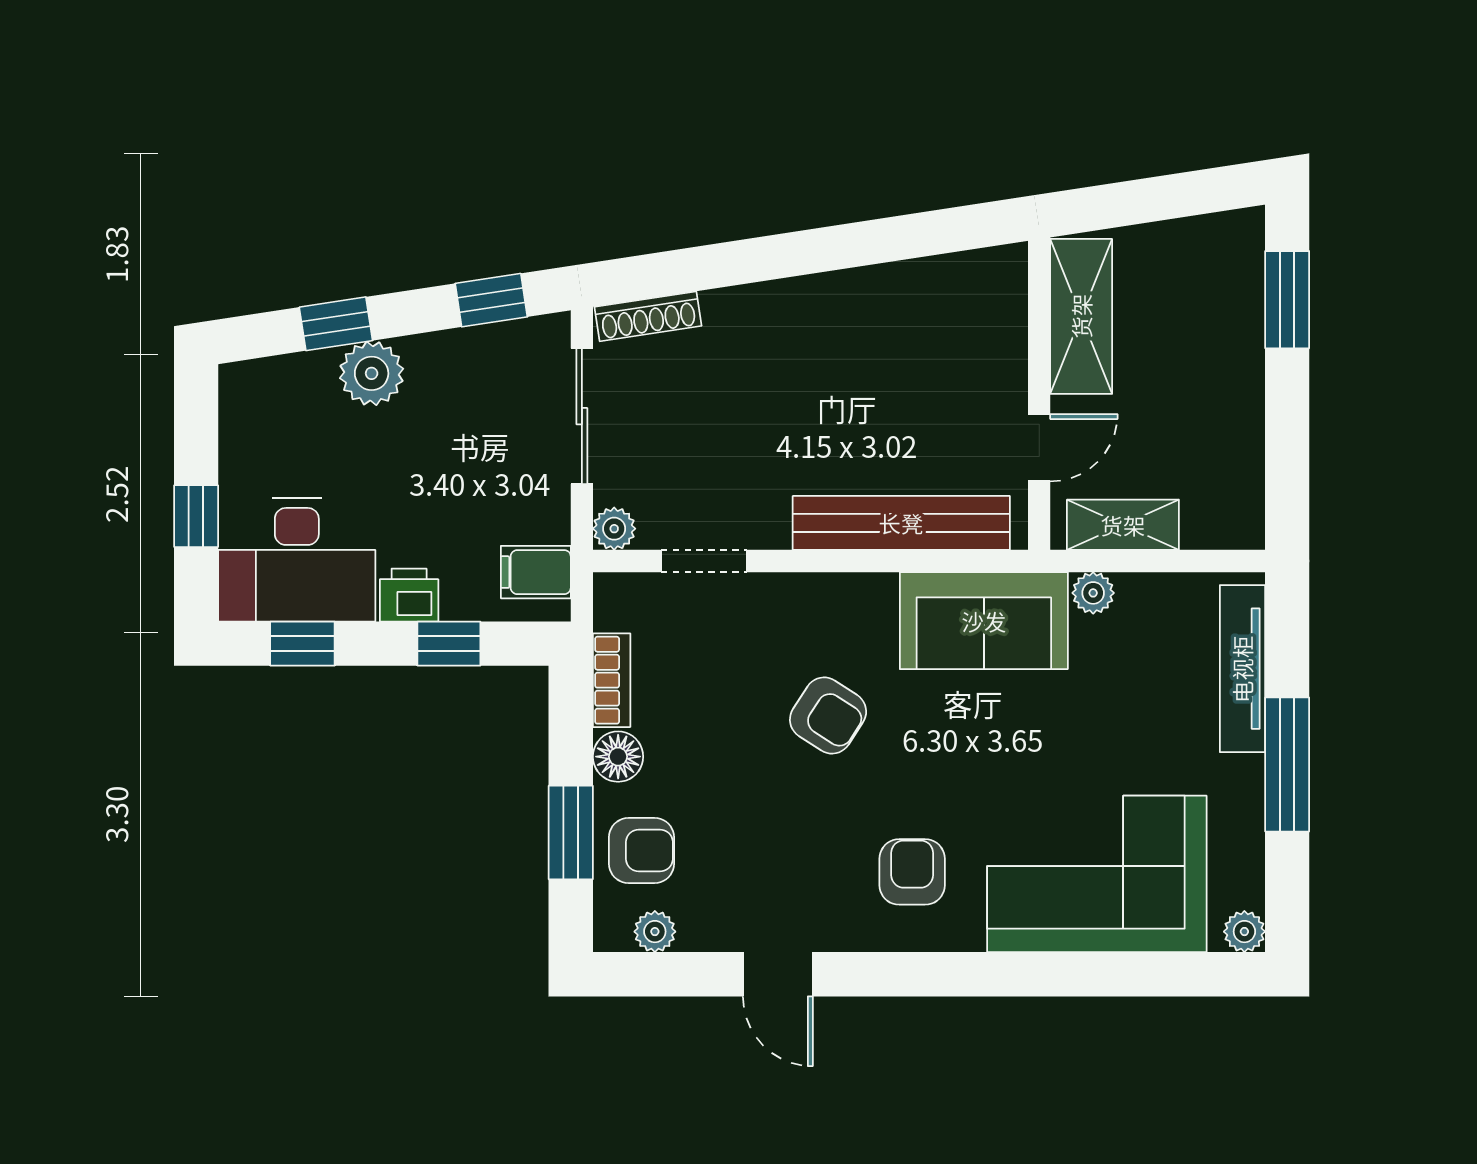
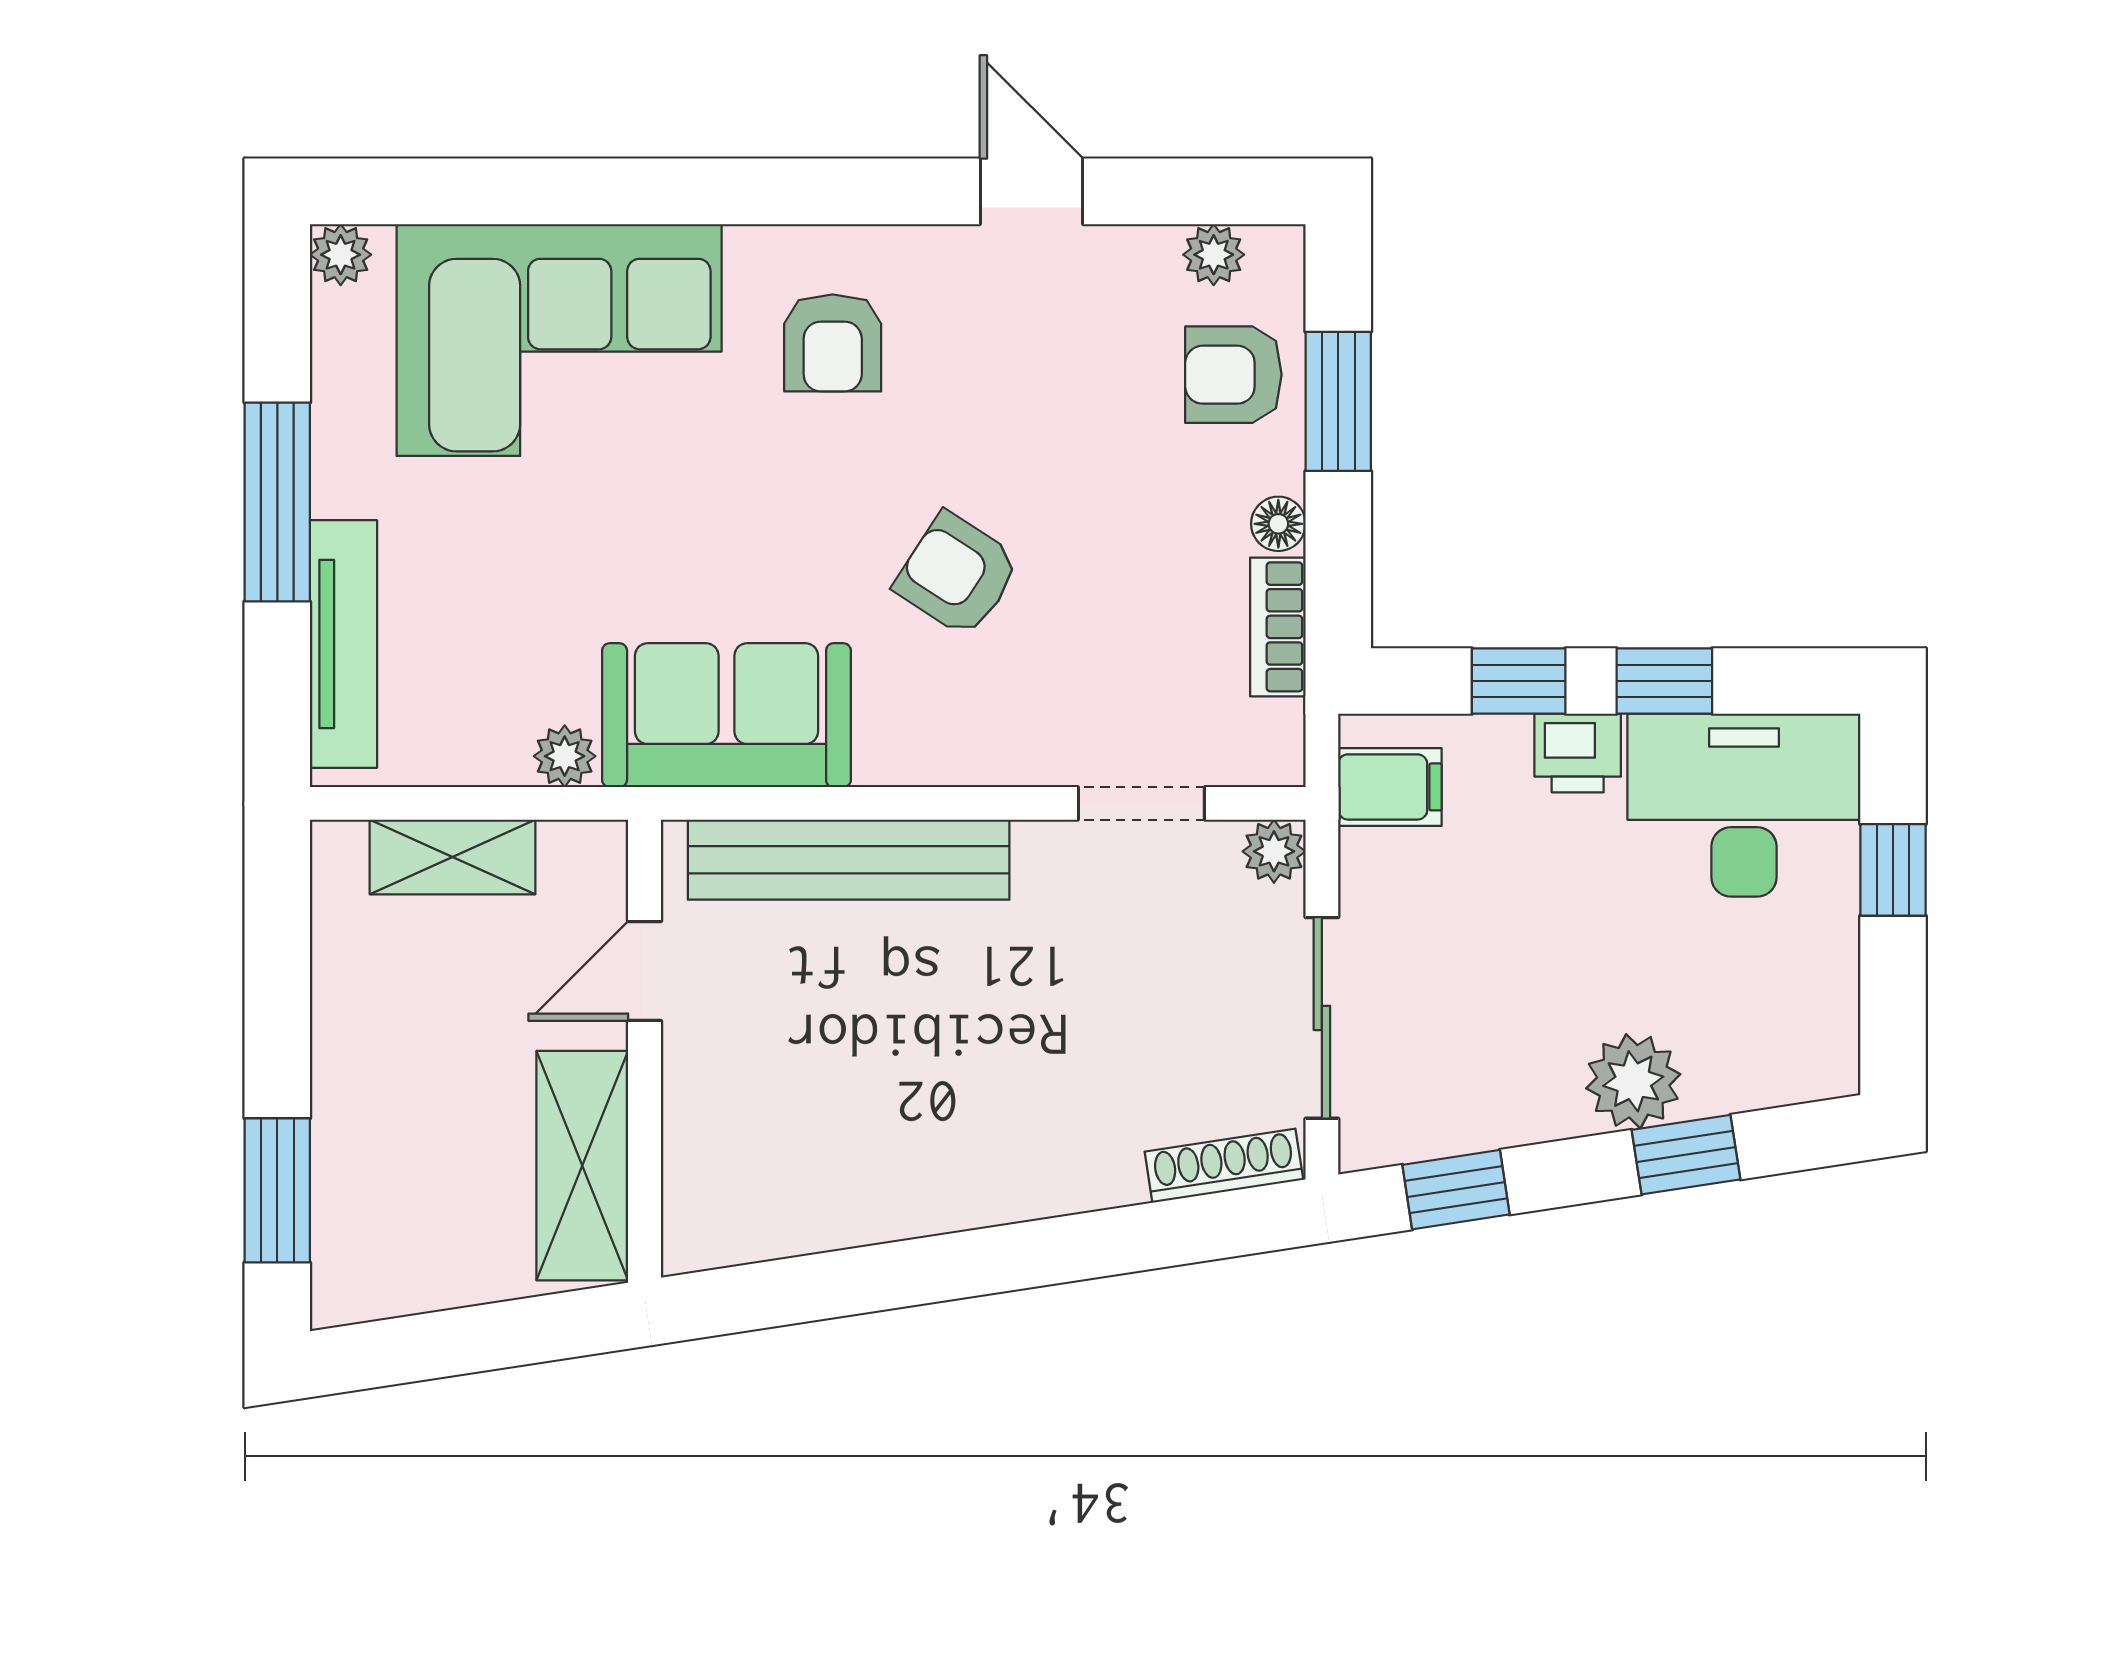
shelving: (1123, 525) -> (453, 857), moved
window: (302, 644) -> (1664, 681), moved
floor lamp: (618, 757) -> (1278, 524), width x0.73, depth x0.73

